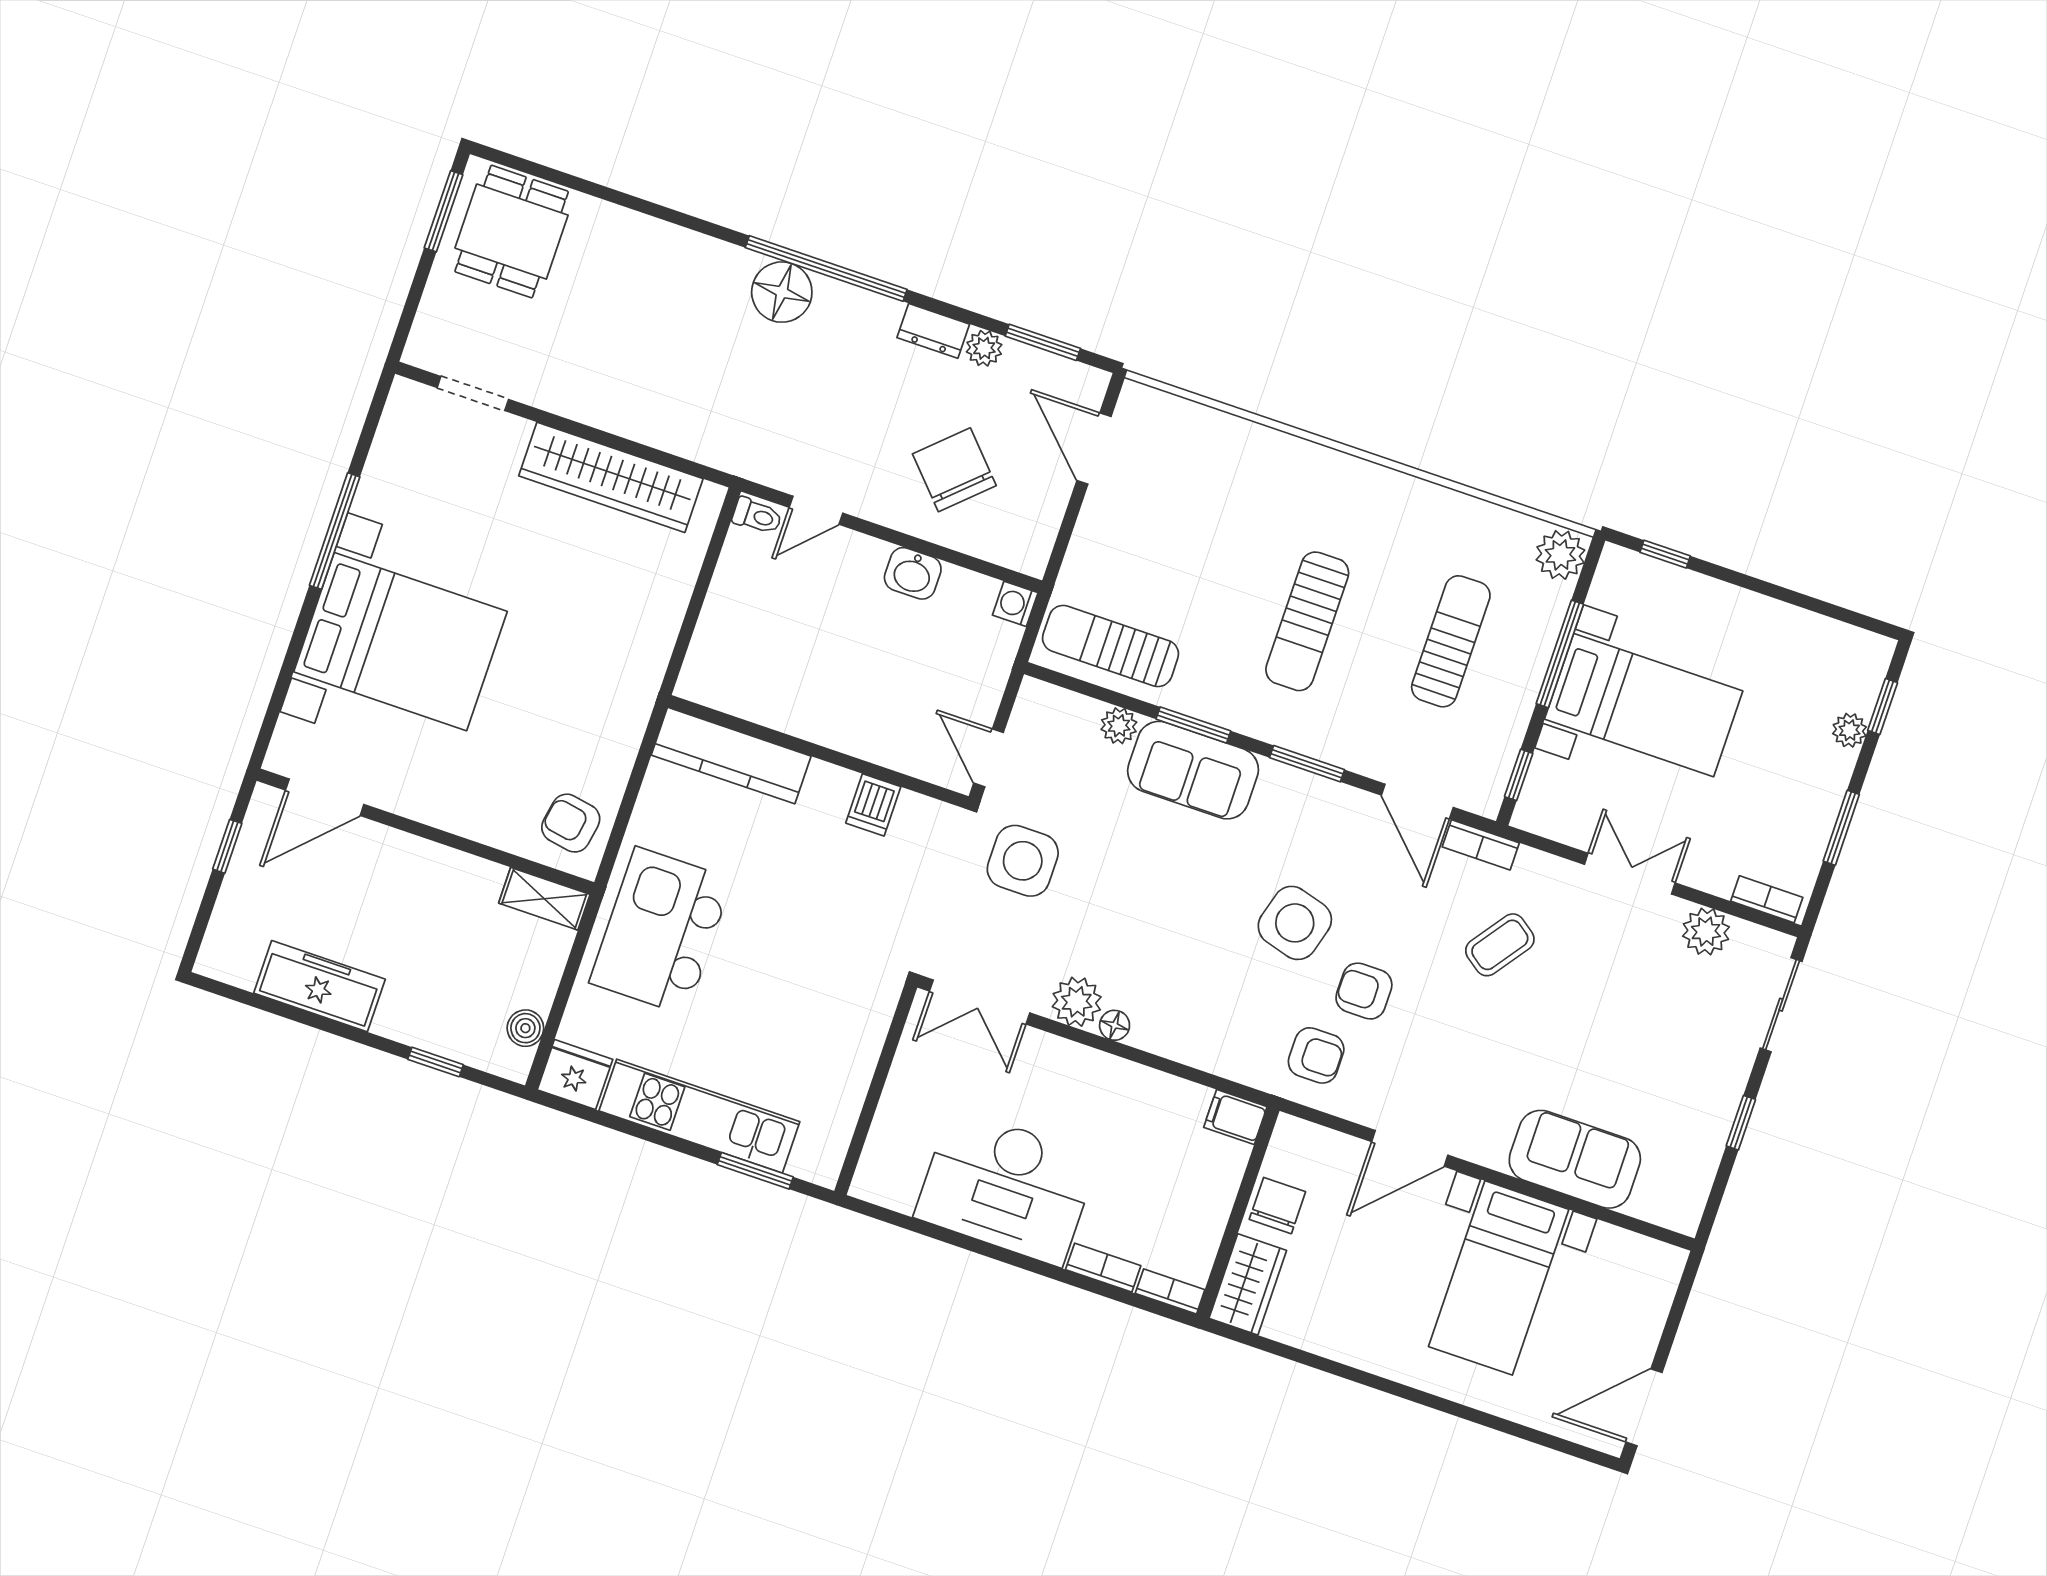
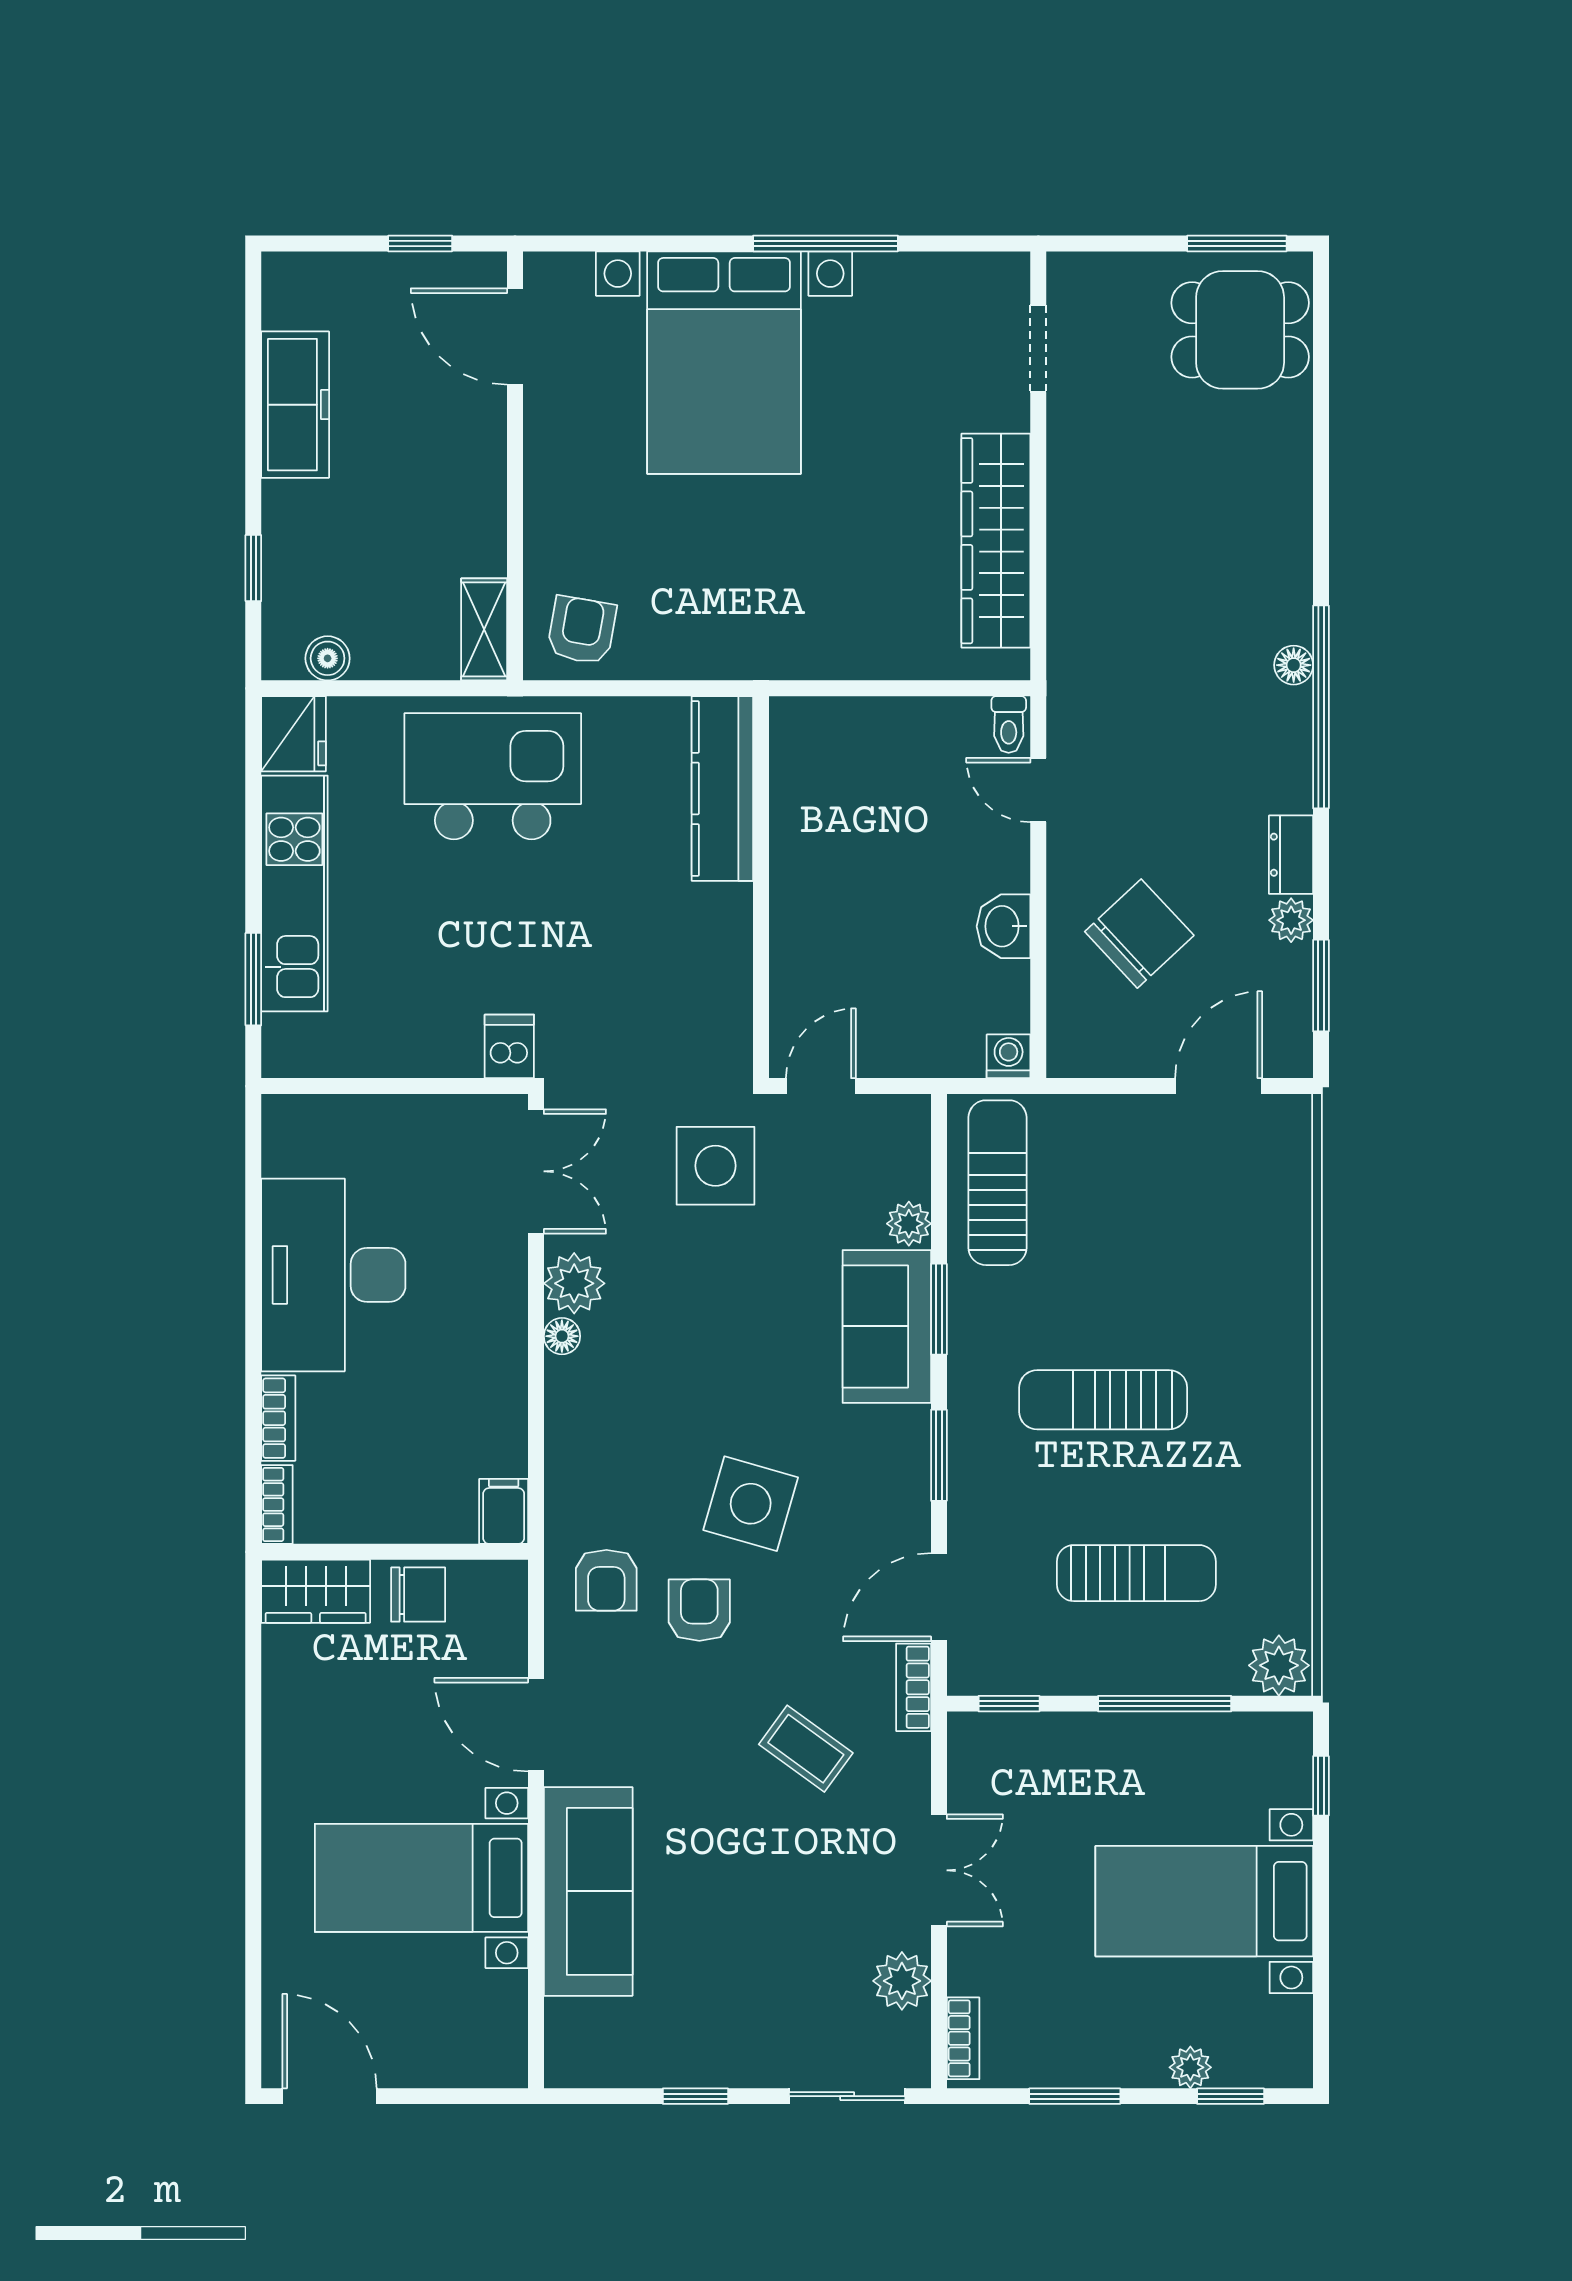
floor lamp: (782, 292) -> (1294, 665), width x0.53, depth x0.53
bed with nightstands: (1644, 705) -> (1204, 1901), moved, turned 90
dishwasher: (873, 805) -> (509, 1046), moved, turned 90
double door: (980, 1002) -> (536, 1171), swing flipped
sofa: (1575, 1159) -> (588, 1891), width x1.36

